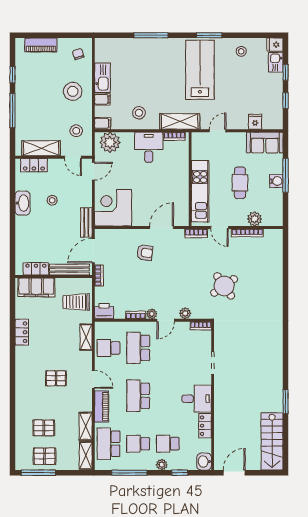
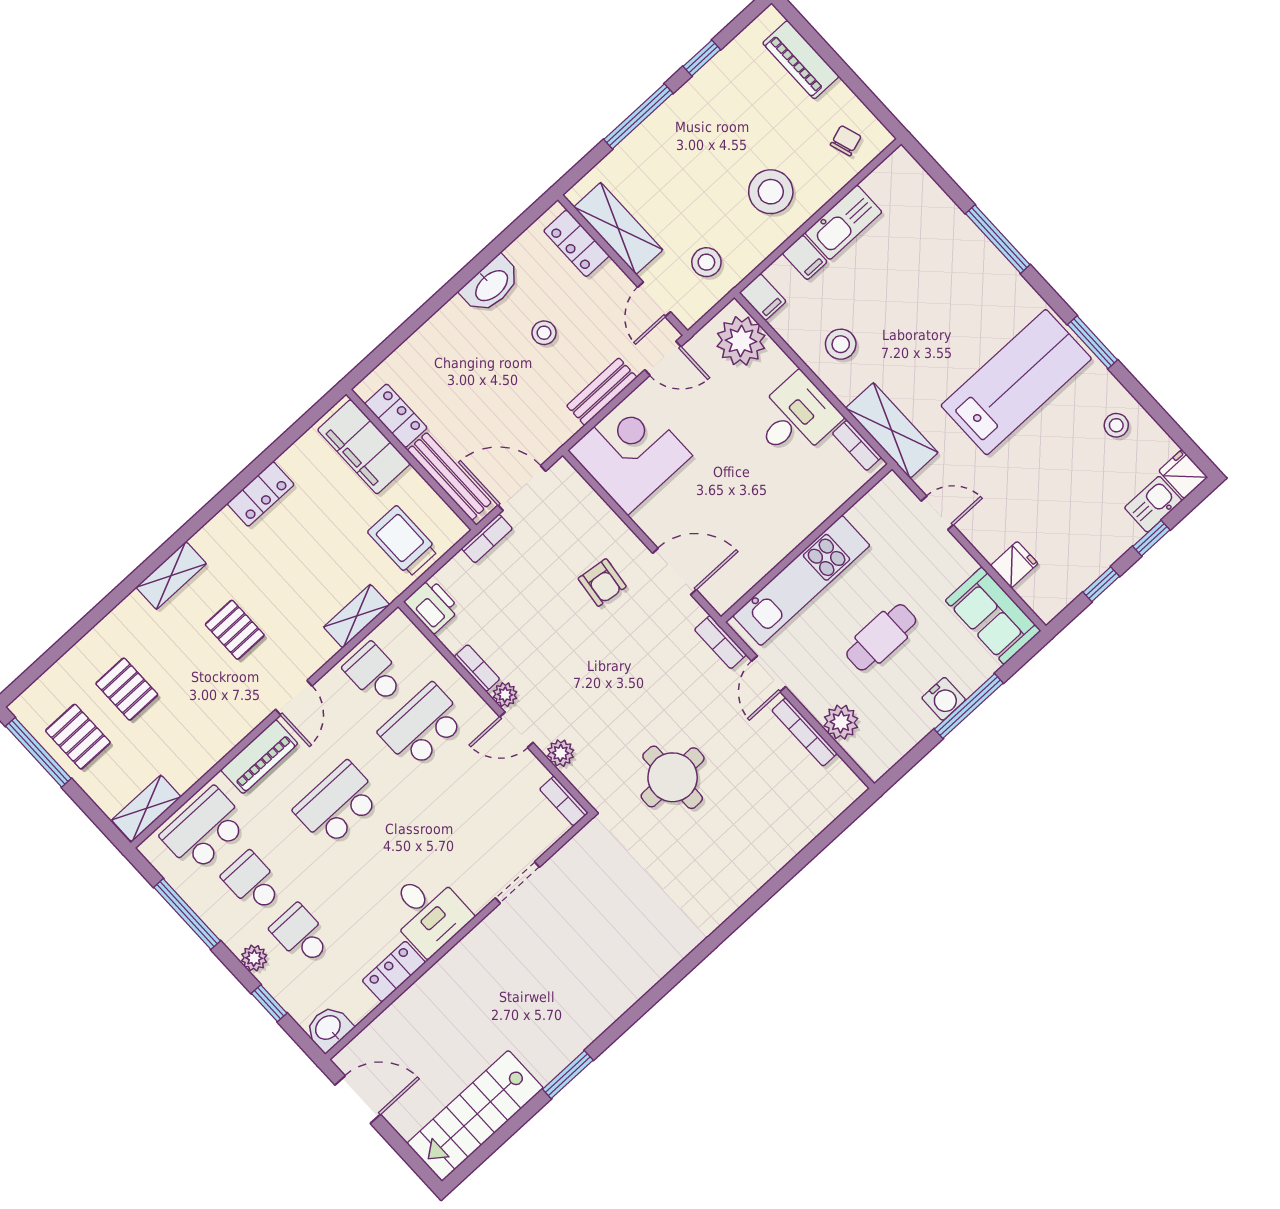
bench: (86, 222) -> (602, 392), moved
round table: (224, 286) -> (673, 777), turned 35
shelving: (86, 426) -> (171, 575), moved

